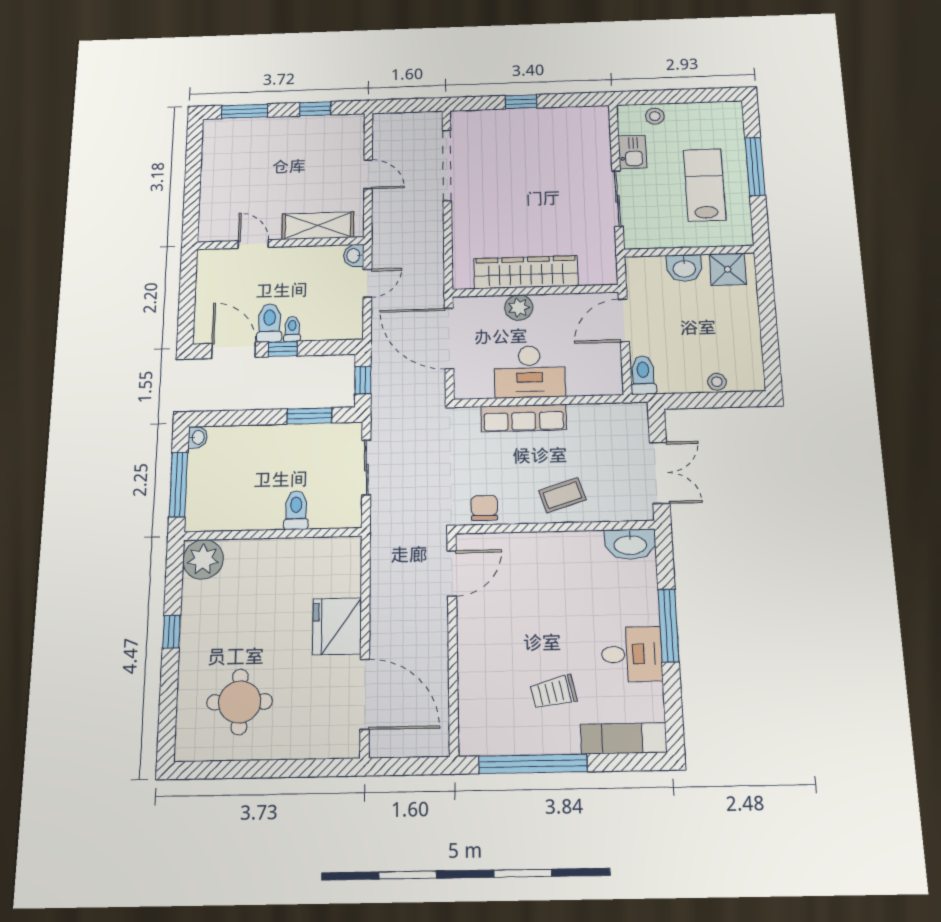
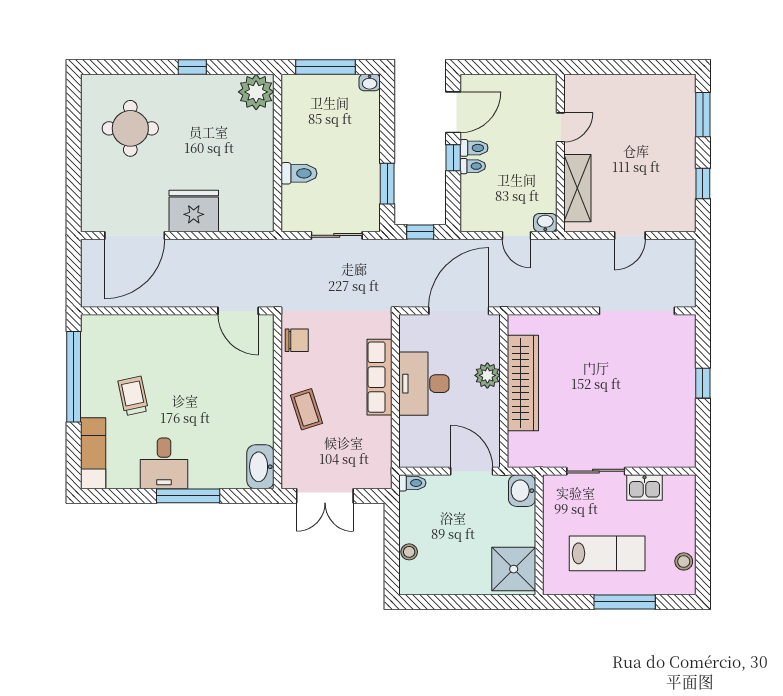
stool: (655, 116) -> (684, 561), moved
washbasin: (684, 268) -> (522, 491), moved
shower: (728, 269) -> (514, 569), width x1.36, depth x1.36
toilet: (269, 323) -> (474, 148), width x0.73, depth x0.72
toilet: (643, 375) -> (412, 483), width x0.73, depth x0.72

